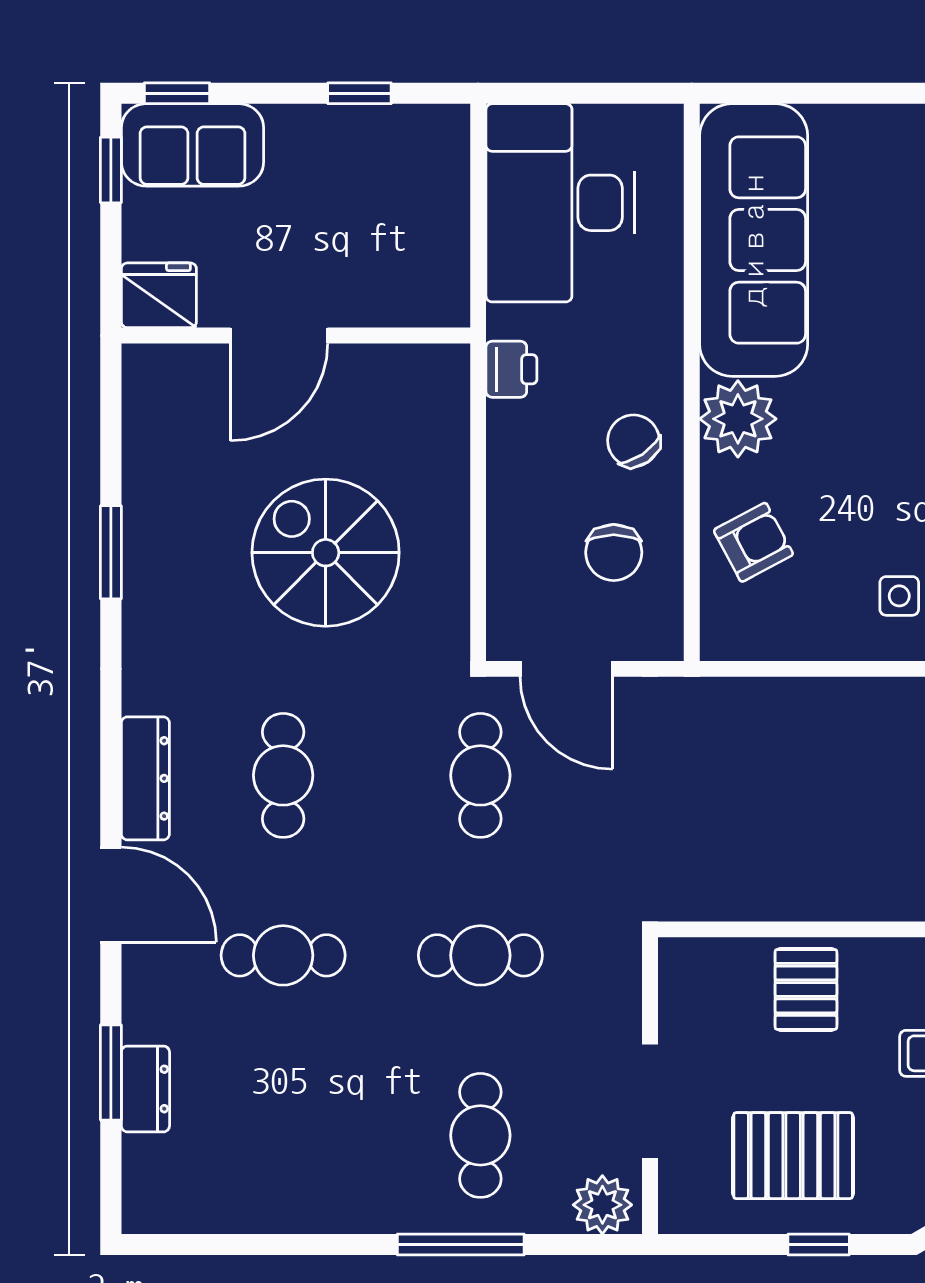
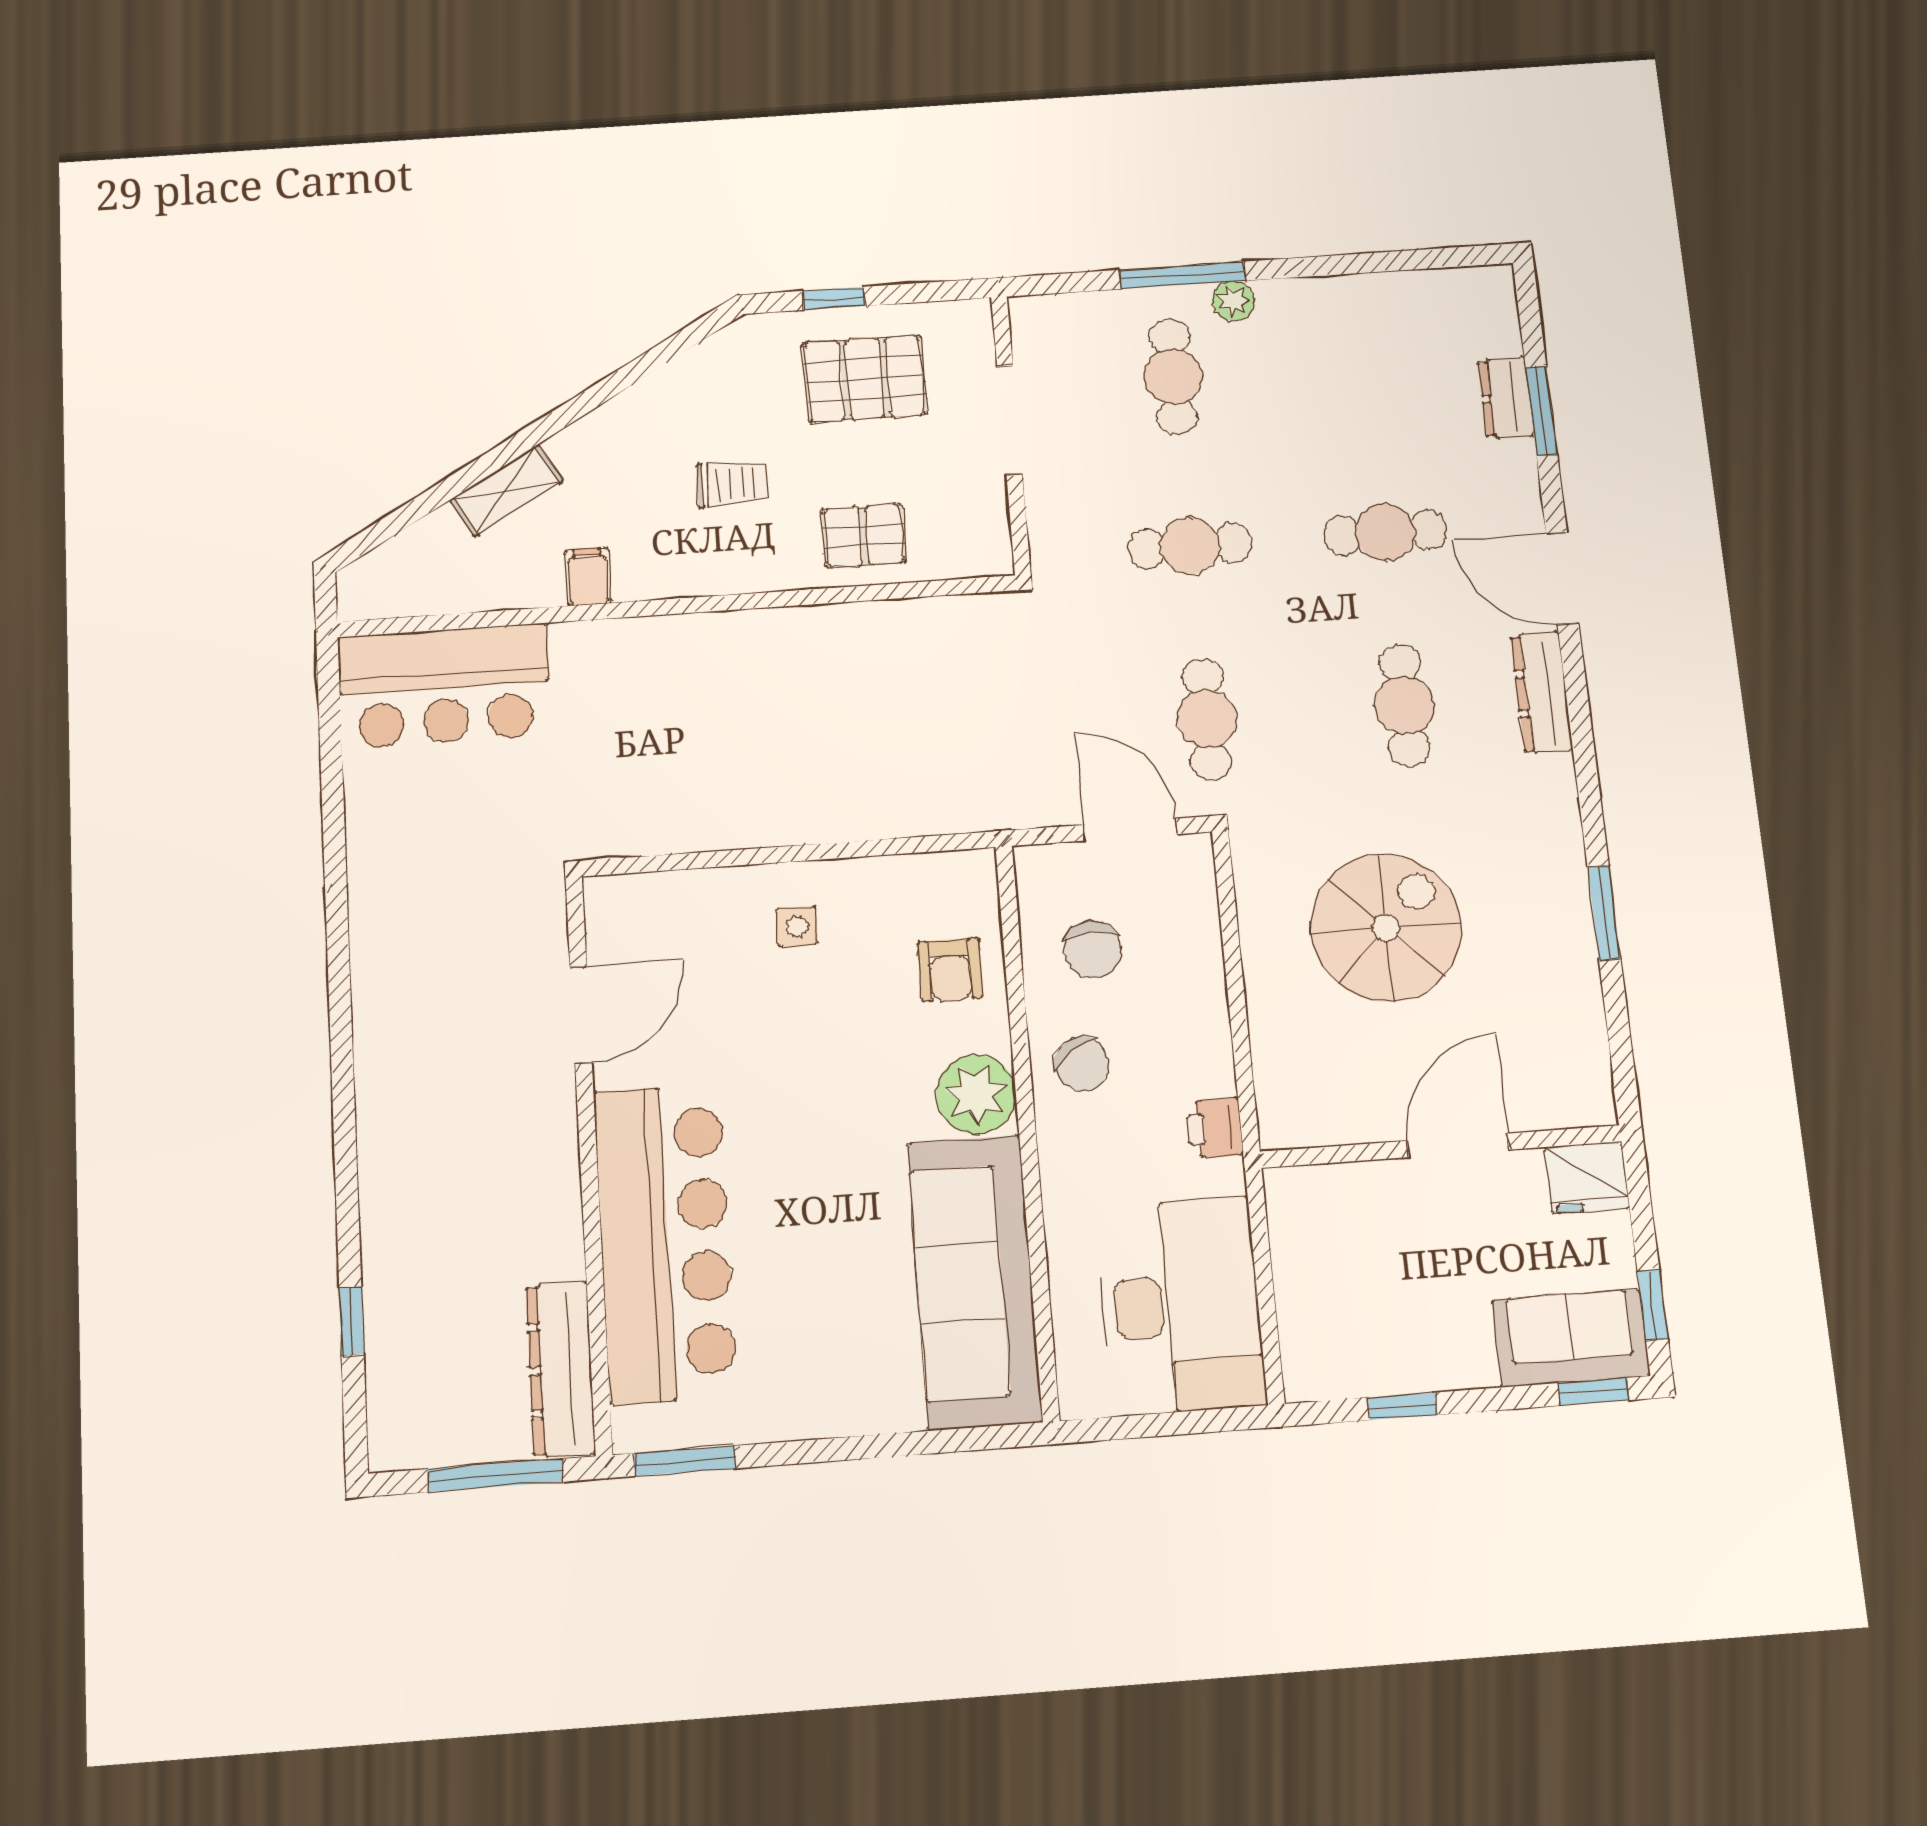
armchair: (753, 542) -> (950, 970), turned -62
chair: (614, 552) -> (1092, 949), turned 180
spiral stairs: (326, 553) -> (1386, 928), turned -90
pallet: (806, 989) -> (864, 536), turned 90
plant: (602, 1205) -> (1233, 301), moved, width x0.73, depth x0.73

